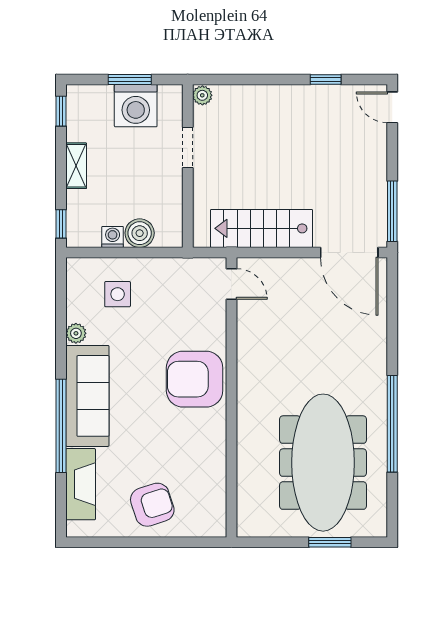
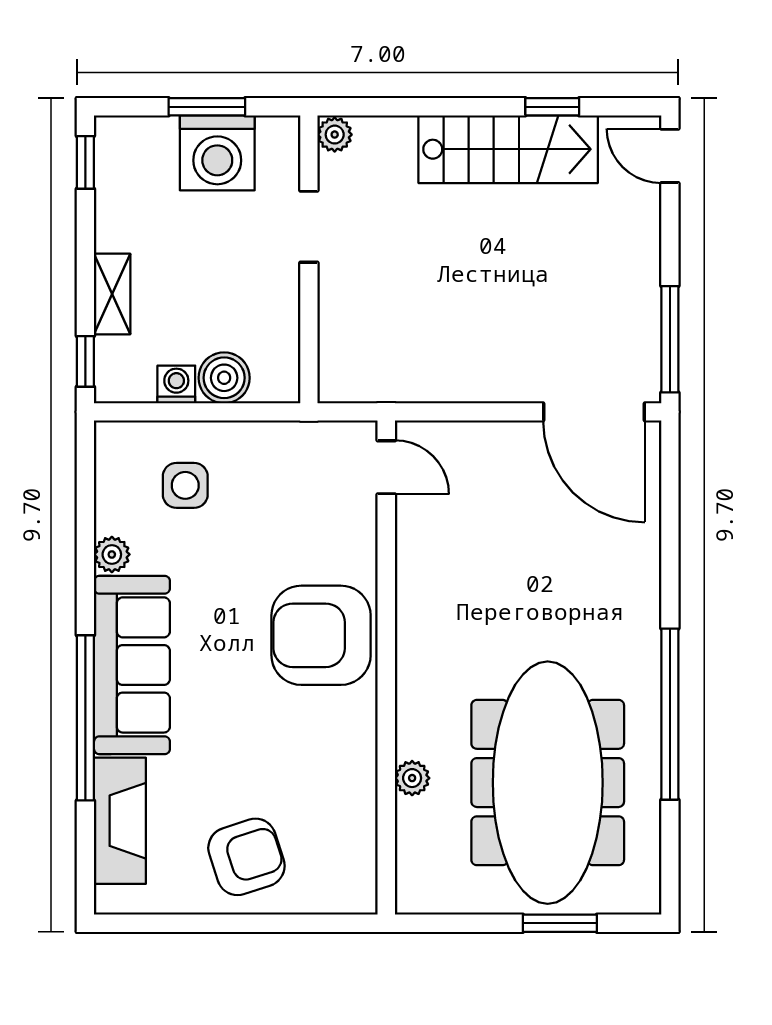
shelving: (76, 166) -> (112, 294), moved
stairs: (261, 228) -> (508, 149), moved, turned 180
plant: (246, 460) -> (412, 778), added

